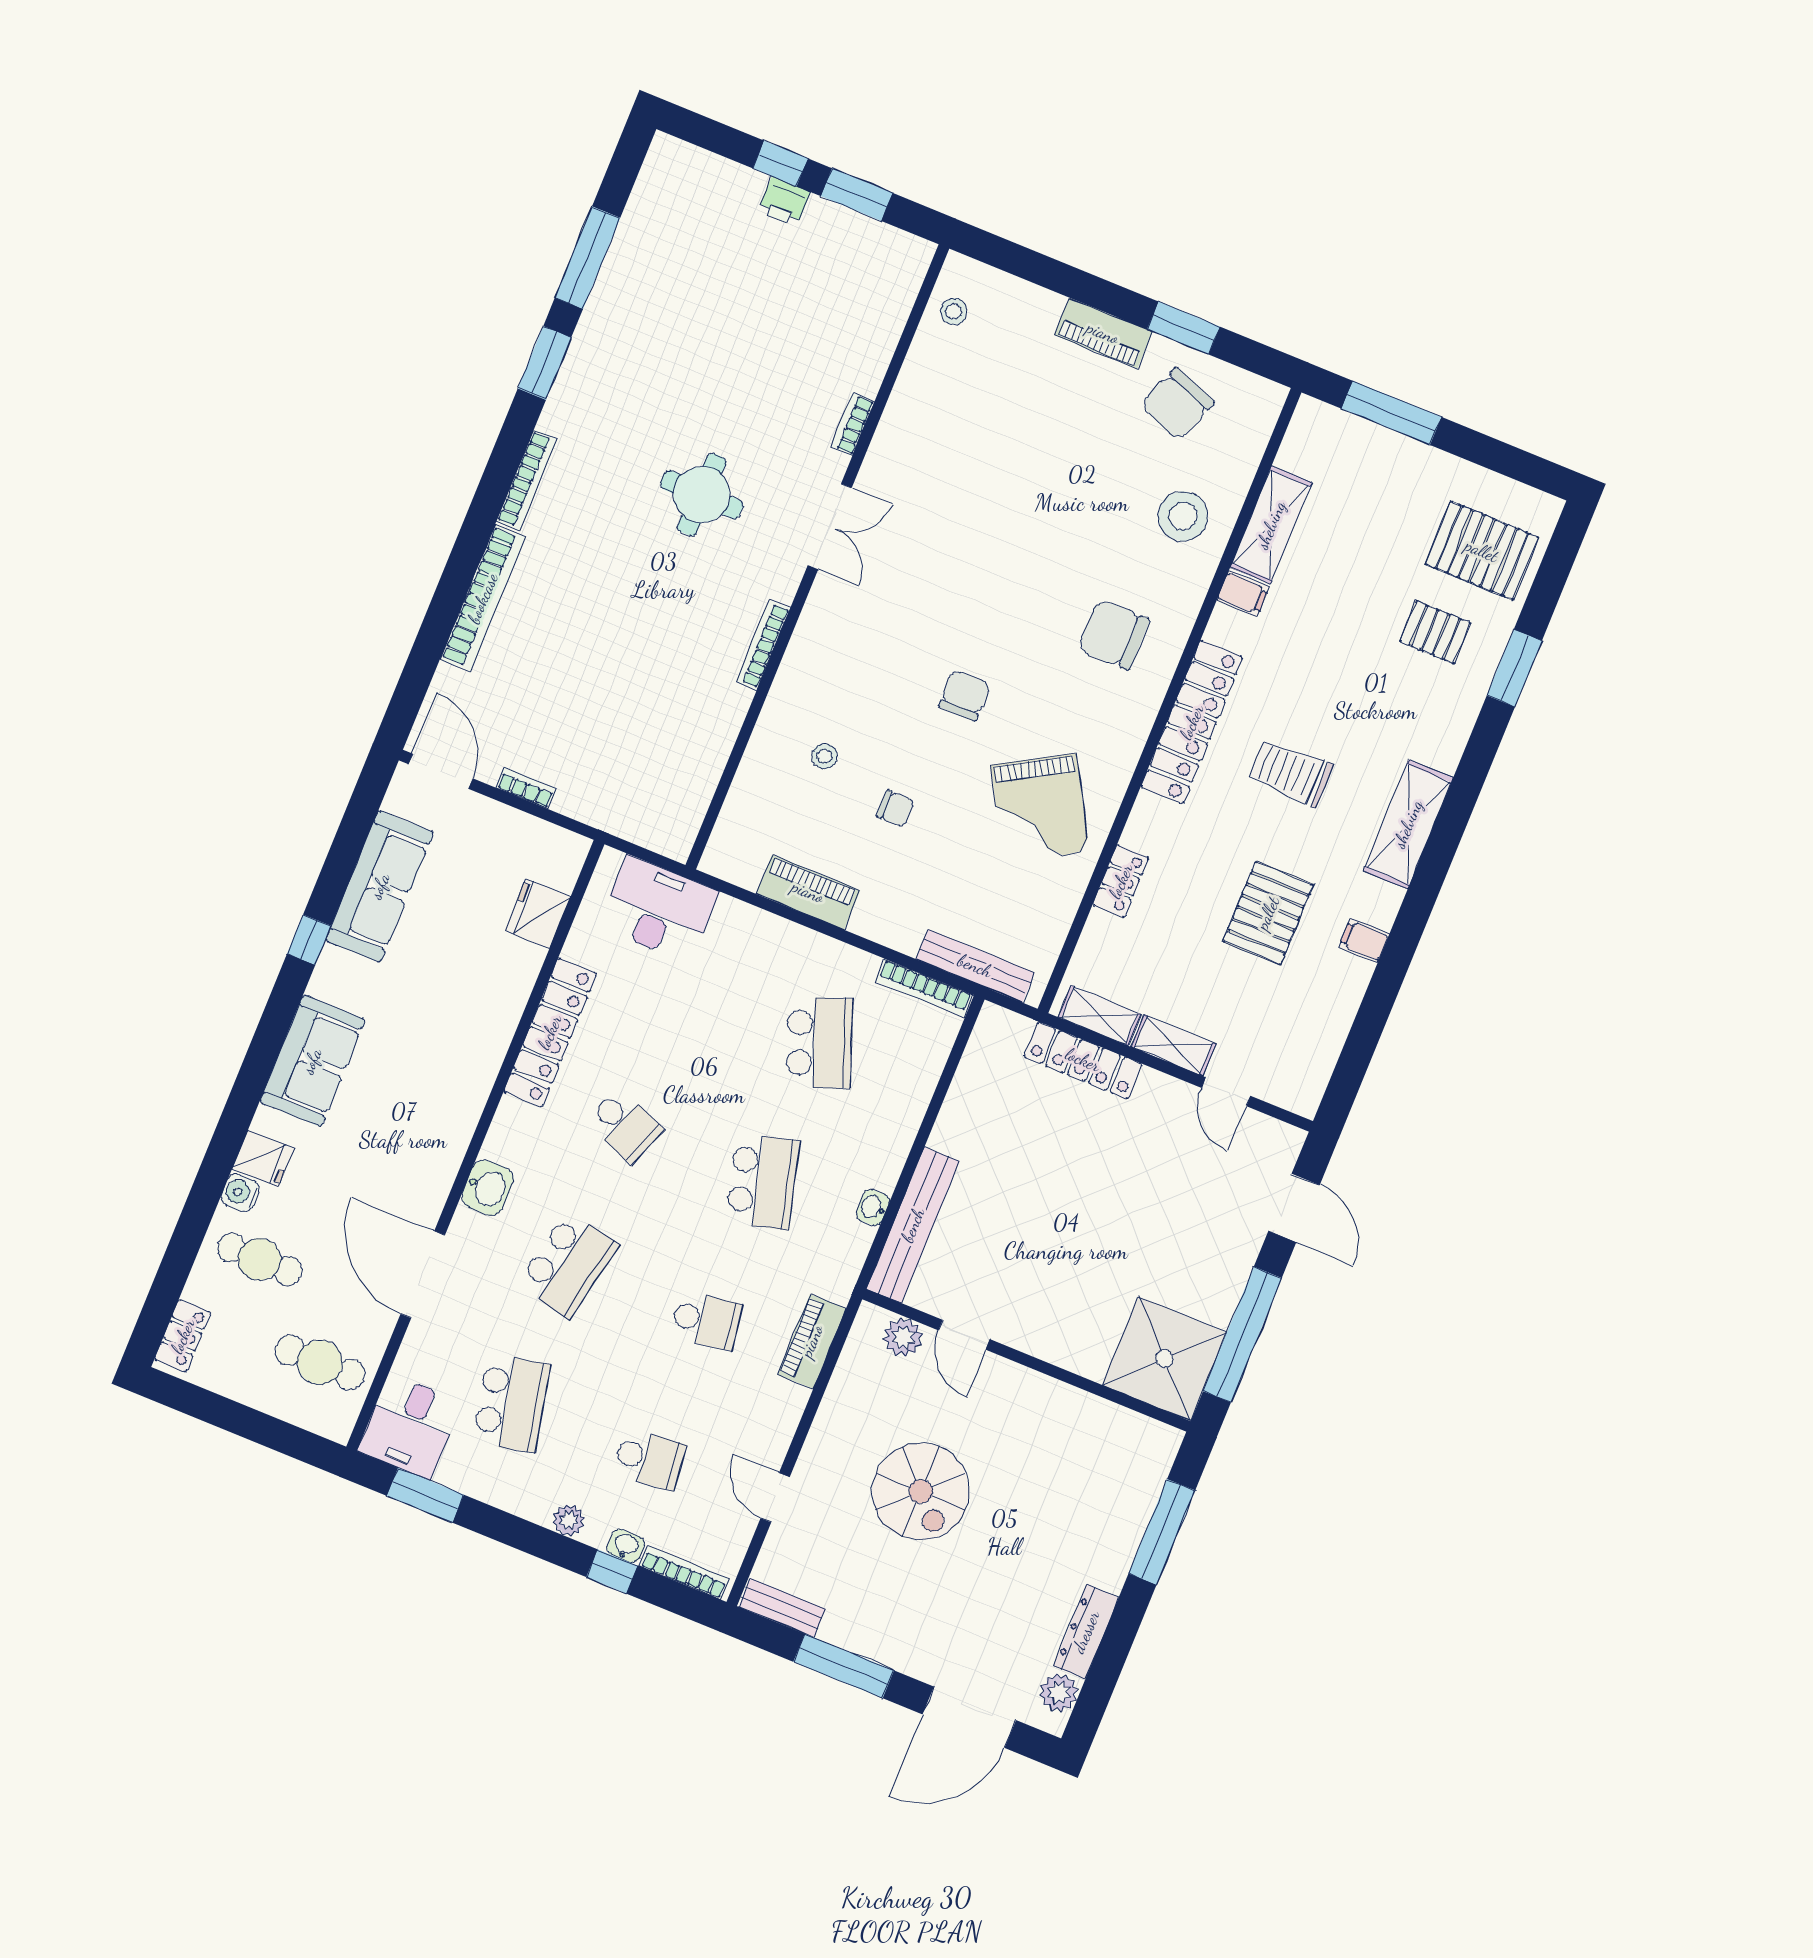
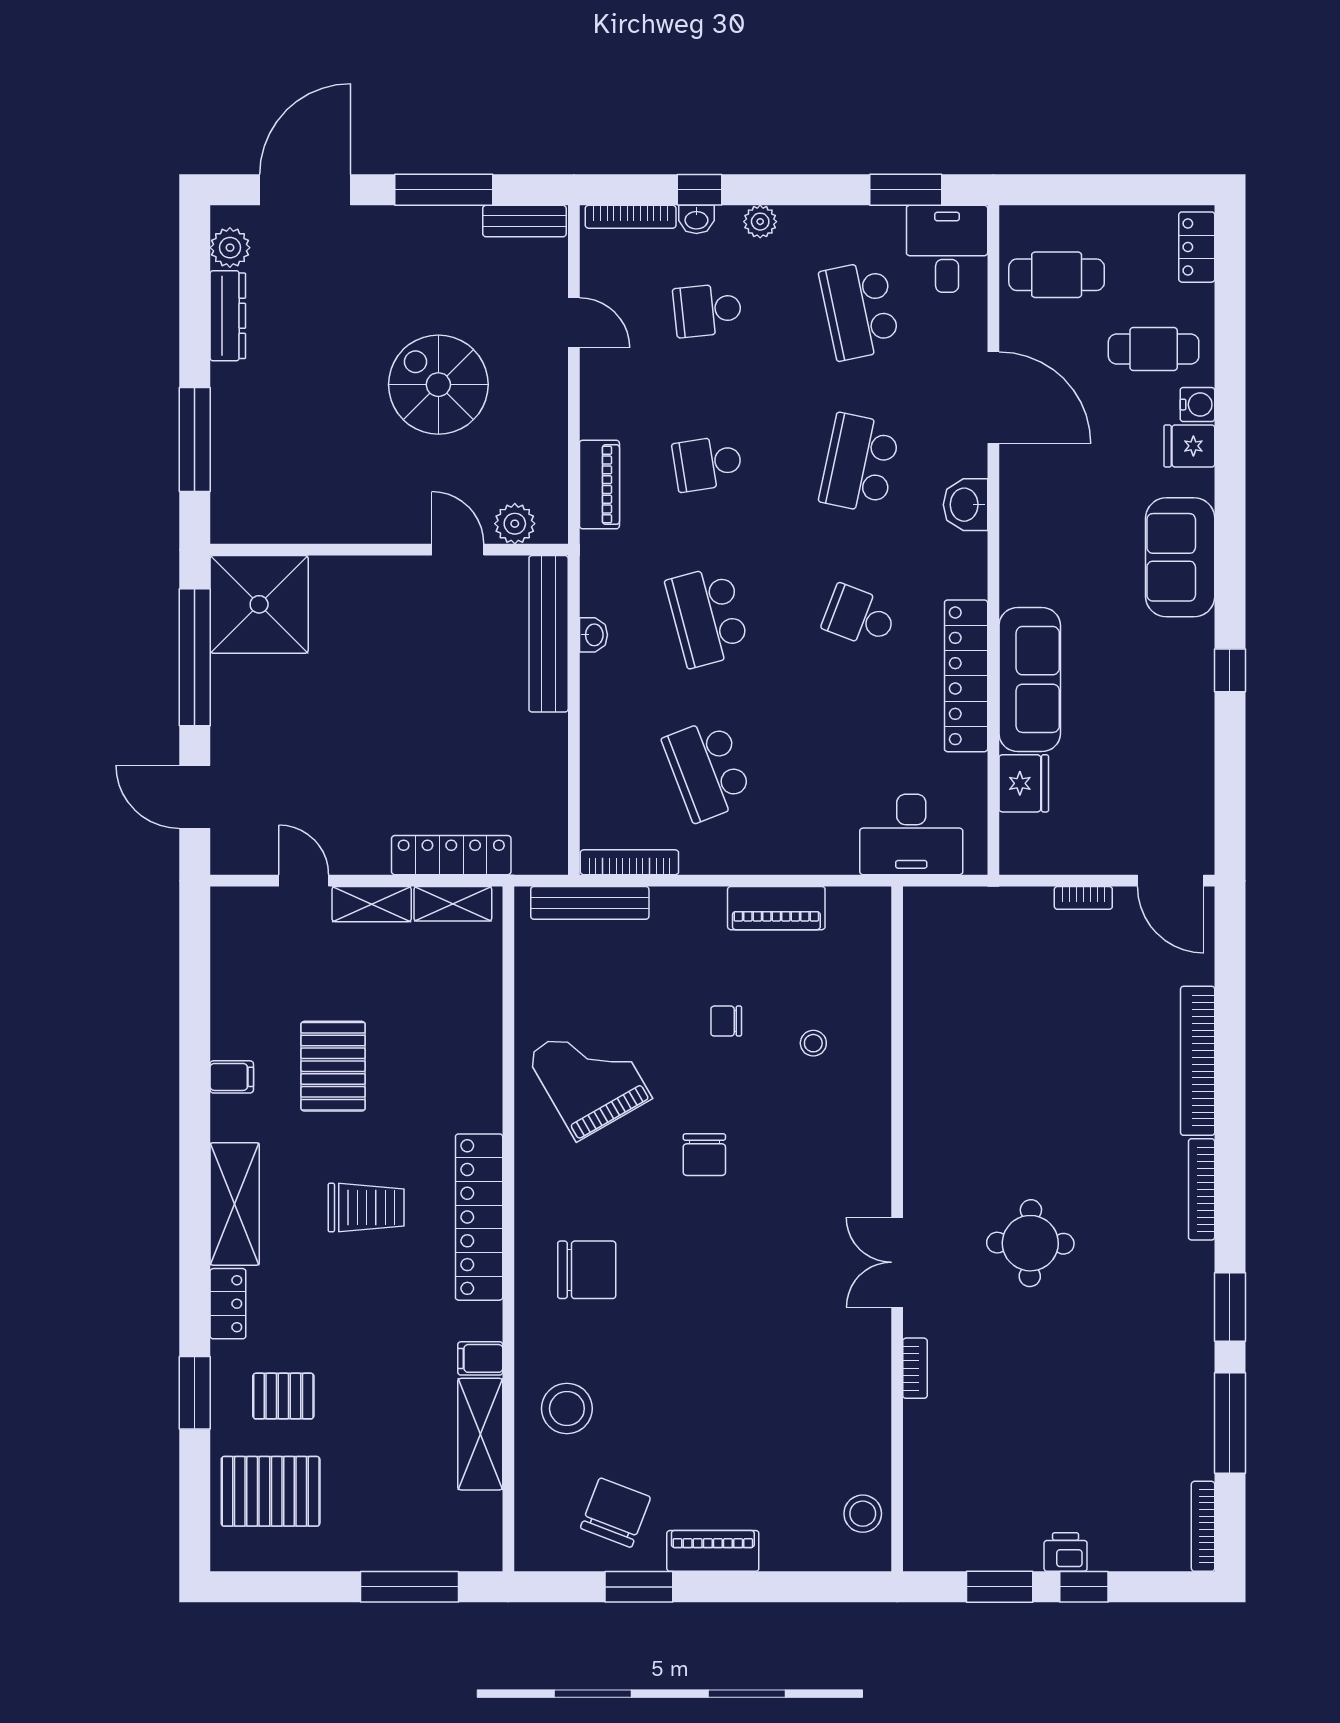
stool: (954, 311) -> (863, 1514), width x1.37, depth x1.37
bookcase: (763, 645) -> (1203, 1526), moved, turned 180
locker: (1121, 881) -> (228, 1304), moved, turned 180
sofa: (380, 886) -> (1030, 679), moved, turned 180

